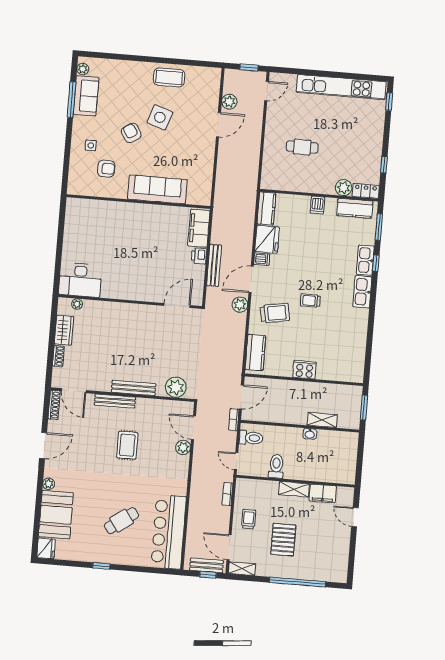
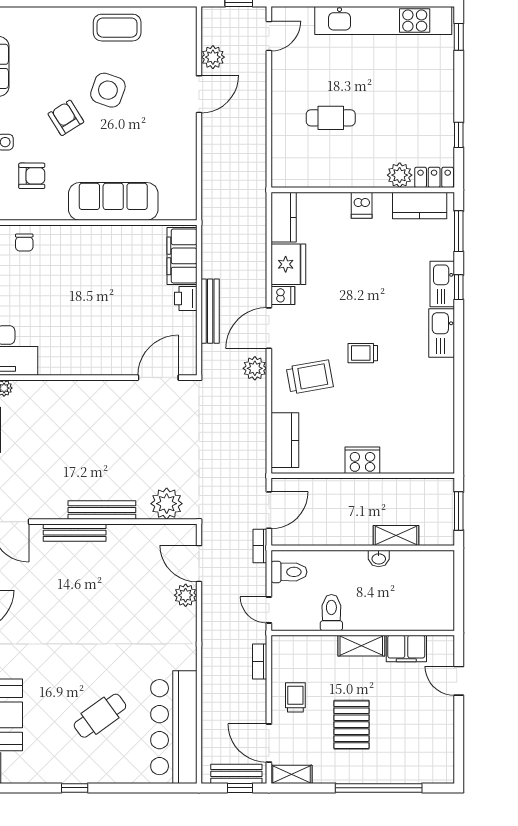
chair: (98, 211) -> (24, 242), added
rug: (127, 445) -> (99, 599), removed

